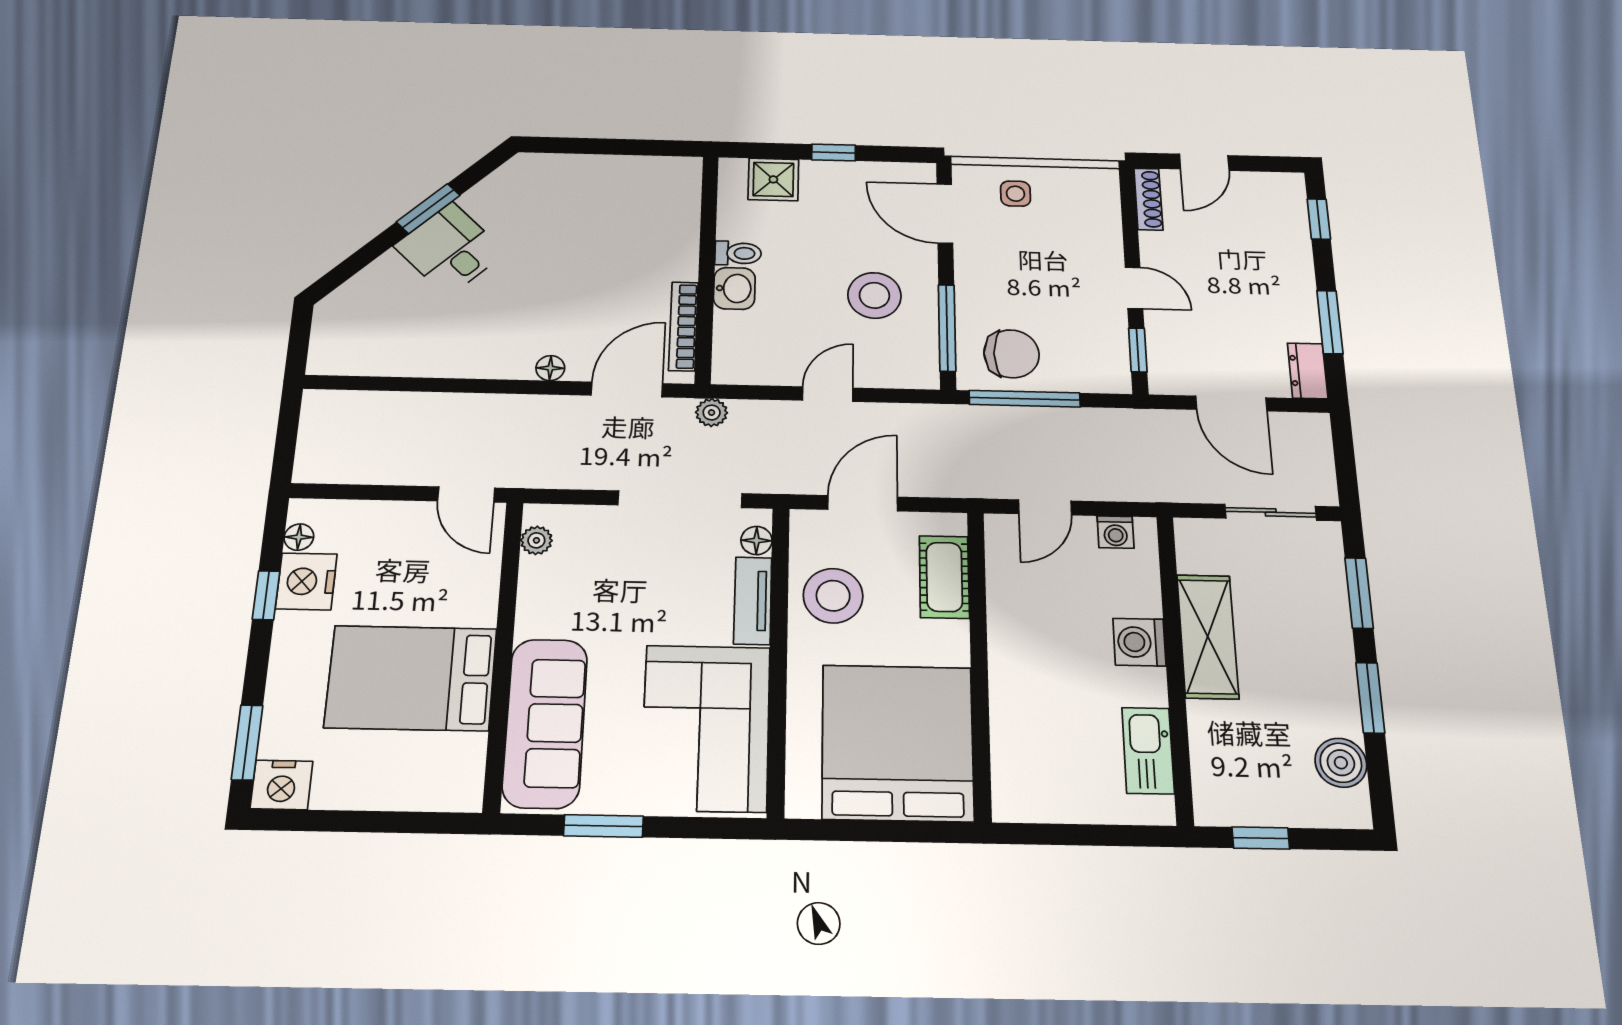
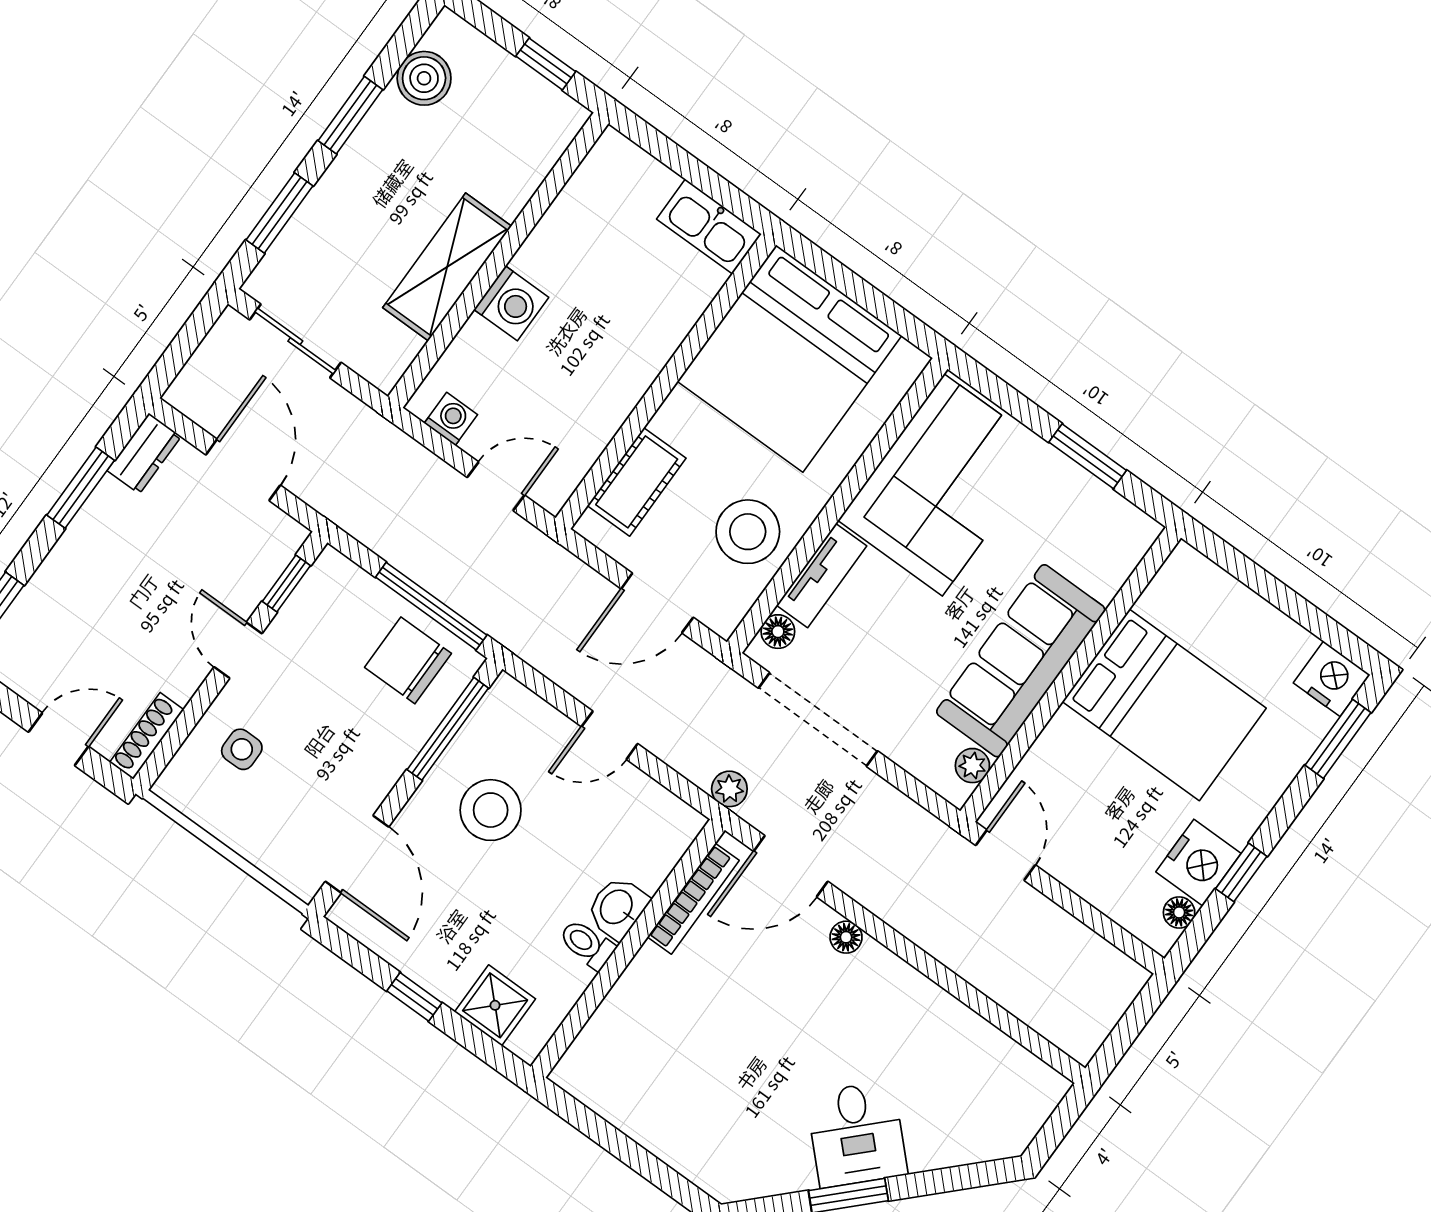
side table: (1016, 194) -> (242, 749), moved
sofa: (545, 723) -> (1021, 661), moved
kitchen sink: (1148, 751) -> (709, 227), moved, turned 90

